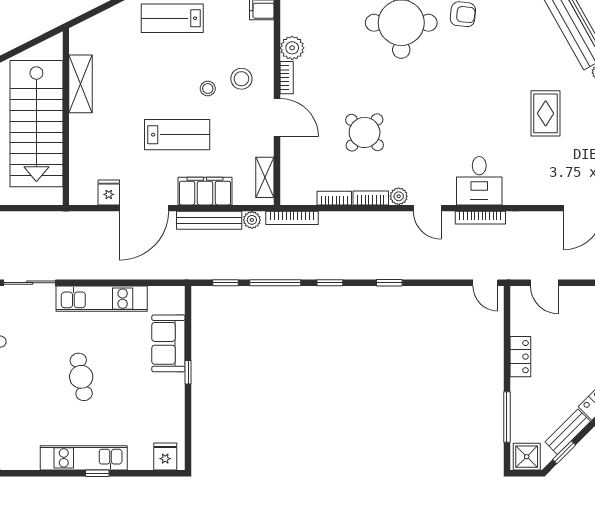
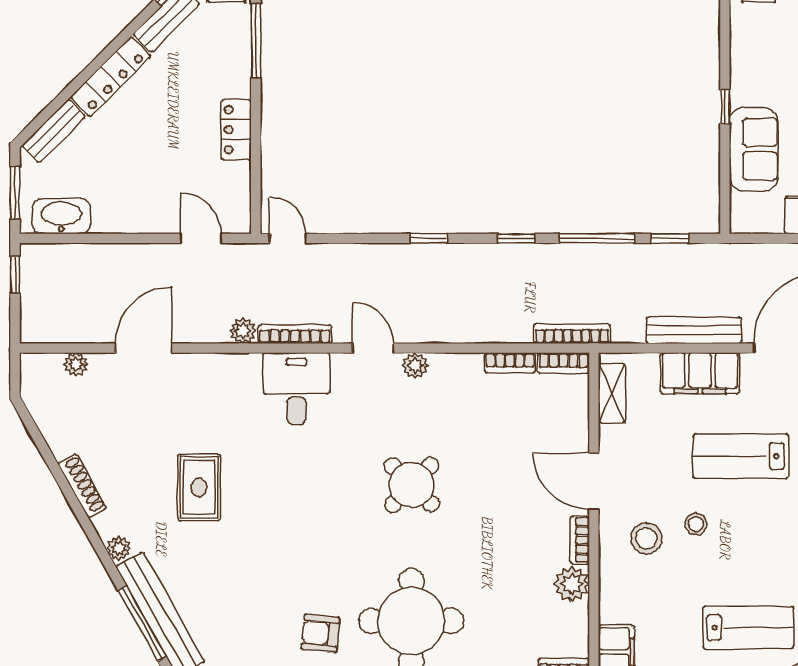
round table: (365, 132) -> (412, 485), moved
bookcase: (371, 198) -> (563, 363), moved
plant: (252, 220) -> (243, 331), moved

